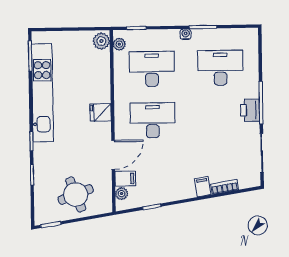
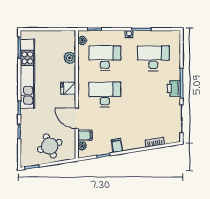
plant: (101, 41) -> (70, 58), moved
door: (113, 155) -> (77, 118), swing flipped
filing cabinet: (203, 187) -> (117, 145), moved

